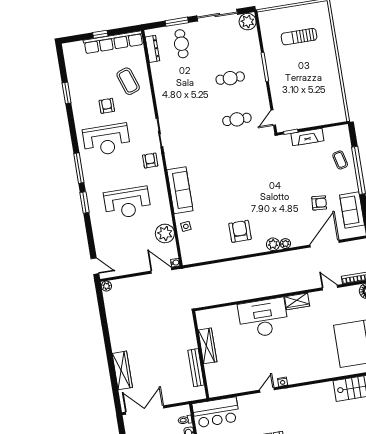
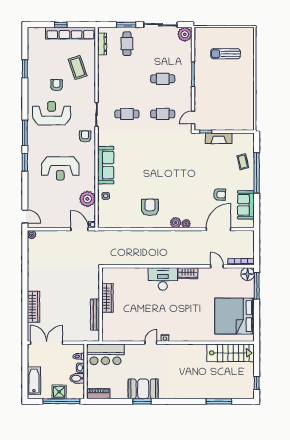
cafe table: (195, 126) -> (127, 114), added
reception desk: (106, 140) -> (52, 113), turned 180
desk: (263, 318) -> (163, 279), width x0.73, depth x0.77

